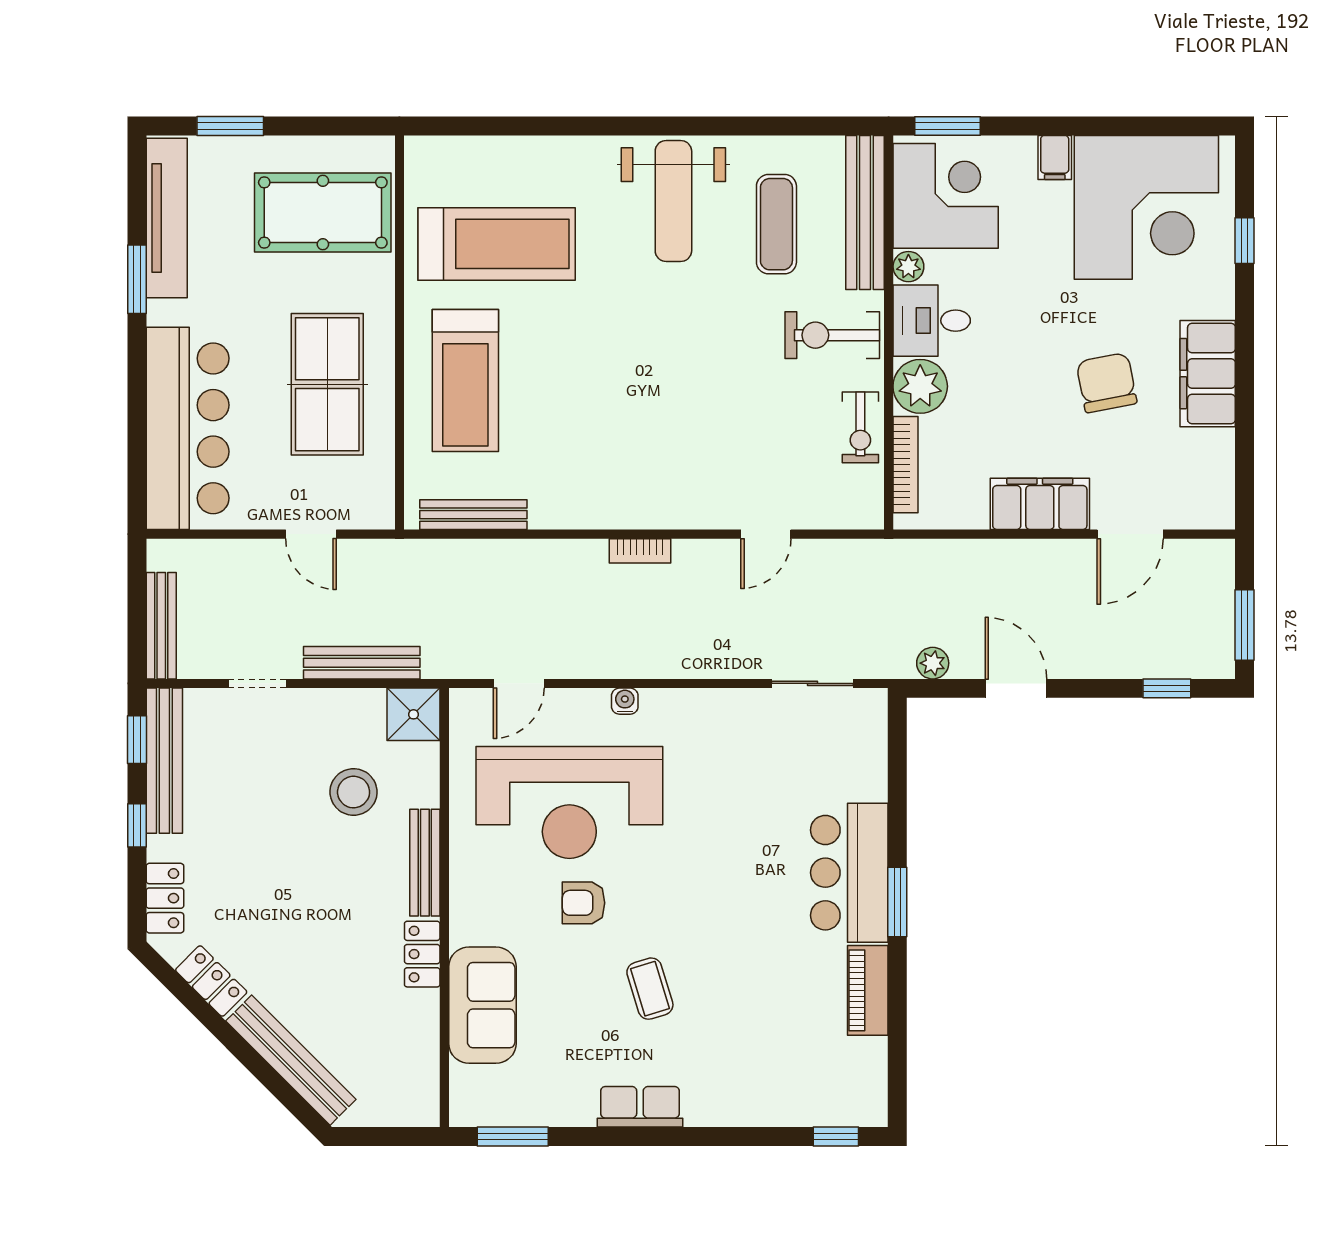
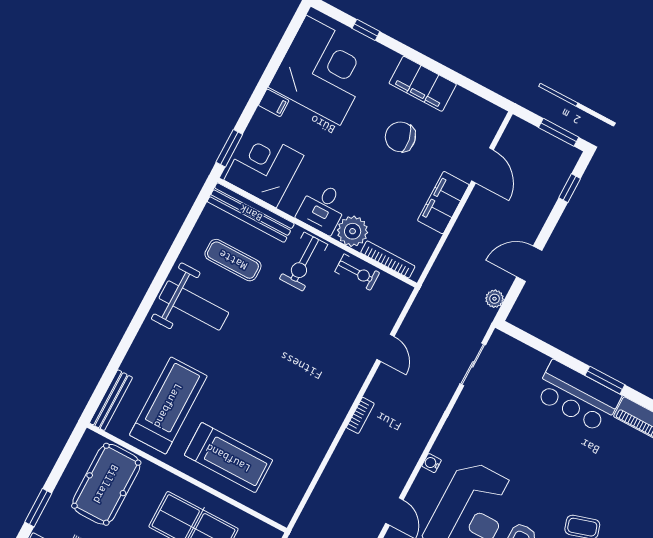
plant: (908, 267) -> (289, 205), removed
bench: (473, 515) -> (111, 400), moved

